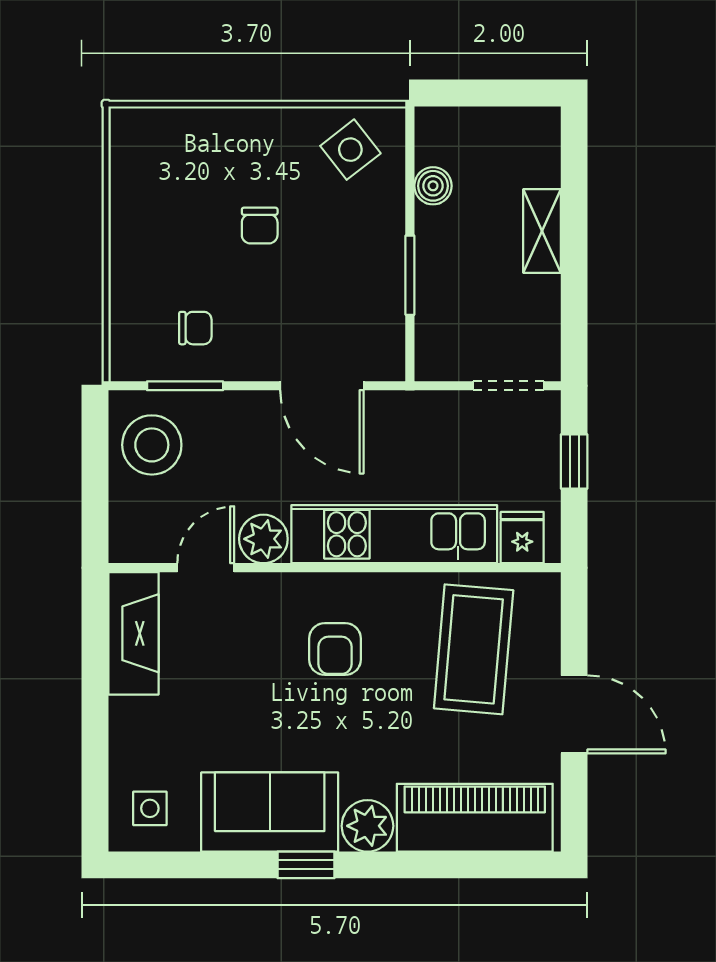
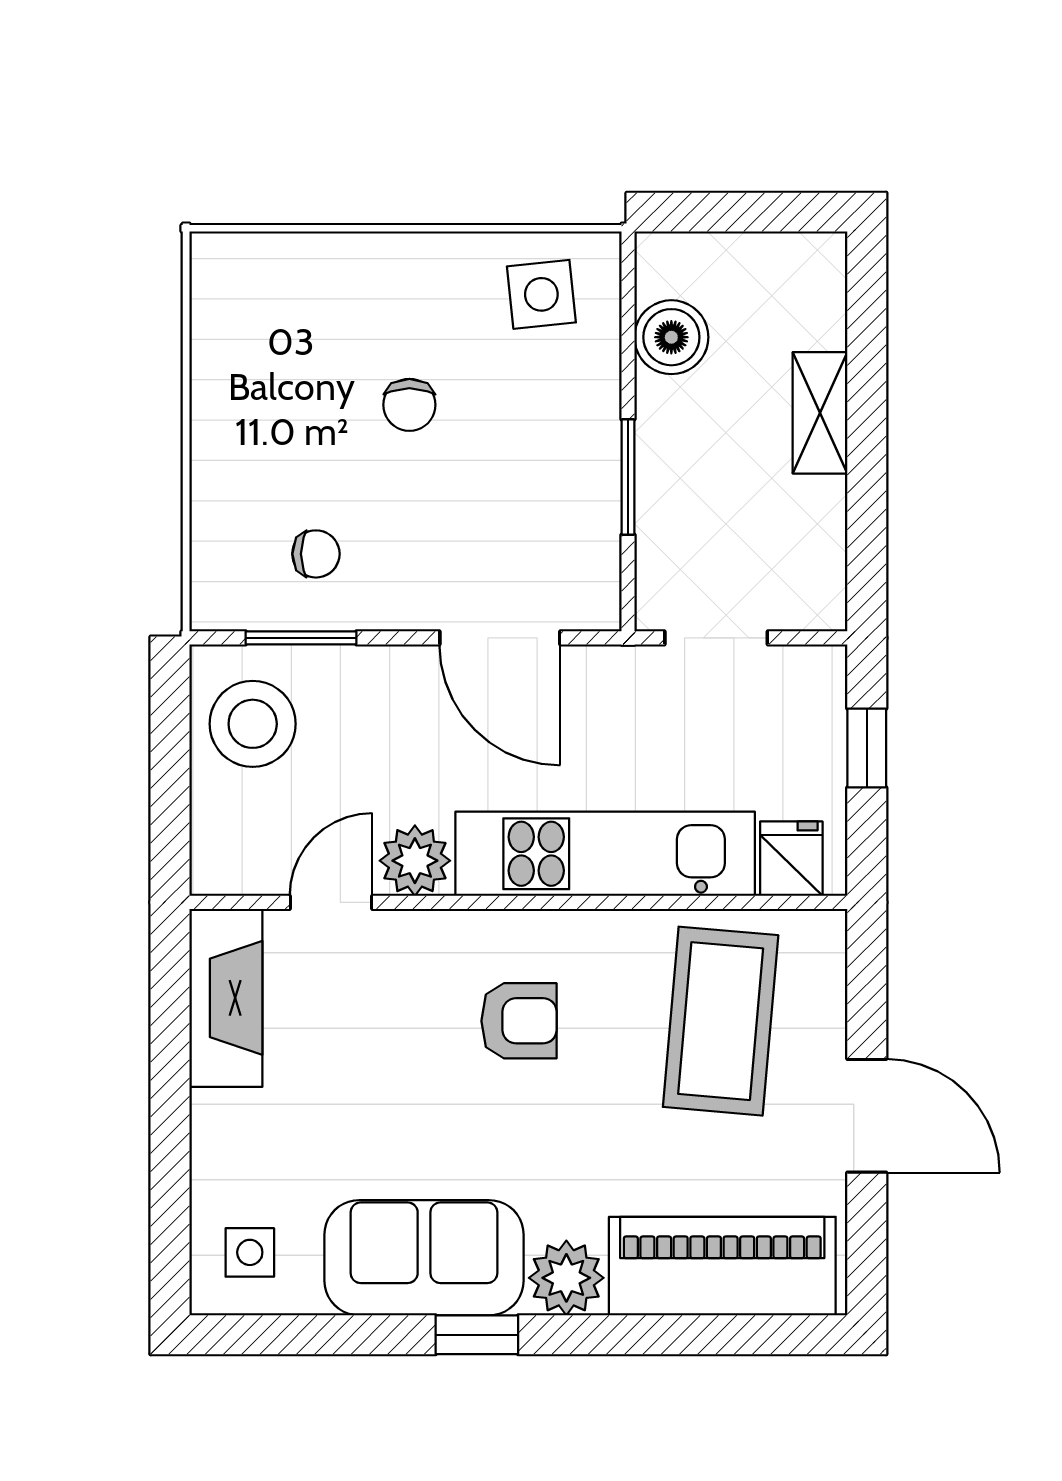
side table: (350, 150) -> (541, 294), turned 32
boiler: (433, 186) -> (671, 337), width x1.36, depth x1.36
doorway: (508, 386) -> (716, 638), moved
armchair: (335, 649) -> (519, 1021), turned -90

